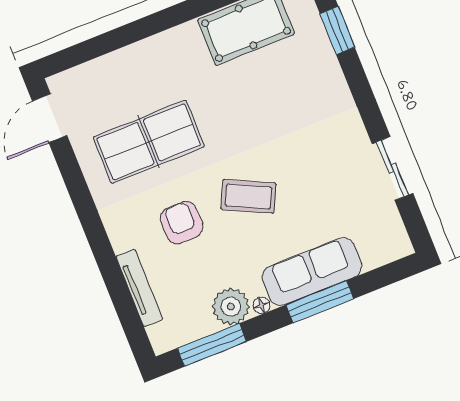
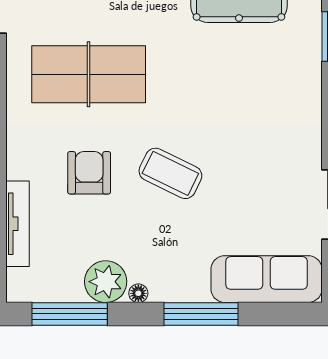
sofa: (312, 272) -> (267, 279), moved

